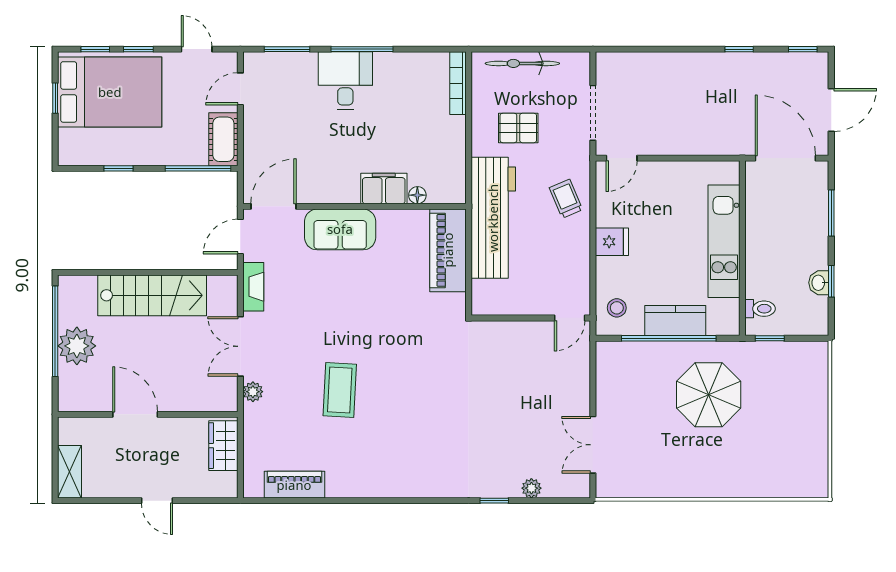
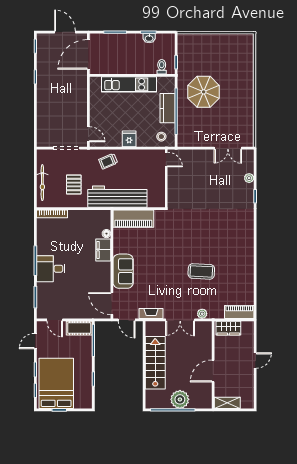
shelving: (70, 472) -> (227, 403), moved
piano: (294, 485) -> (239, 312), moved, turned 90

